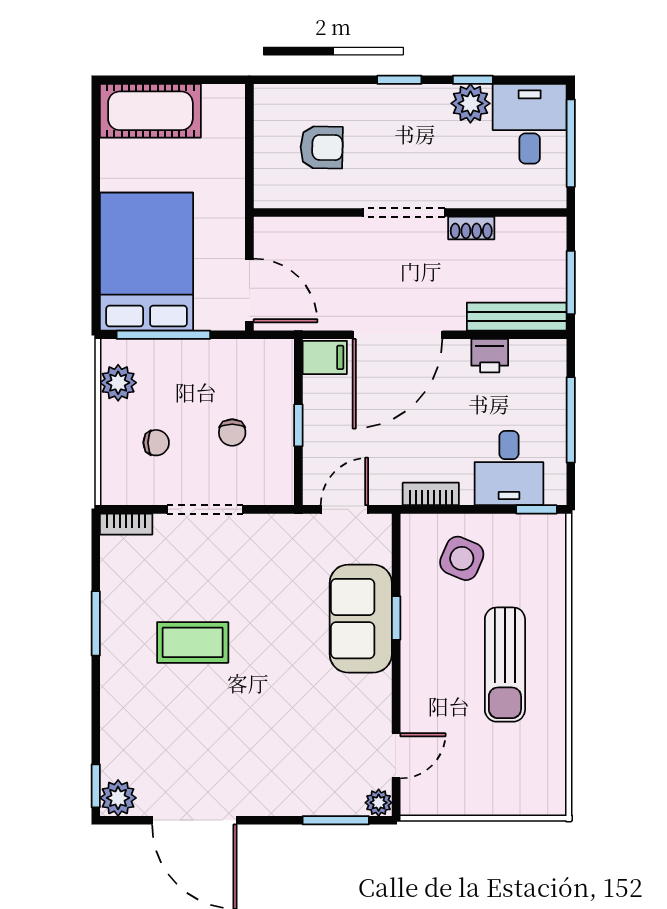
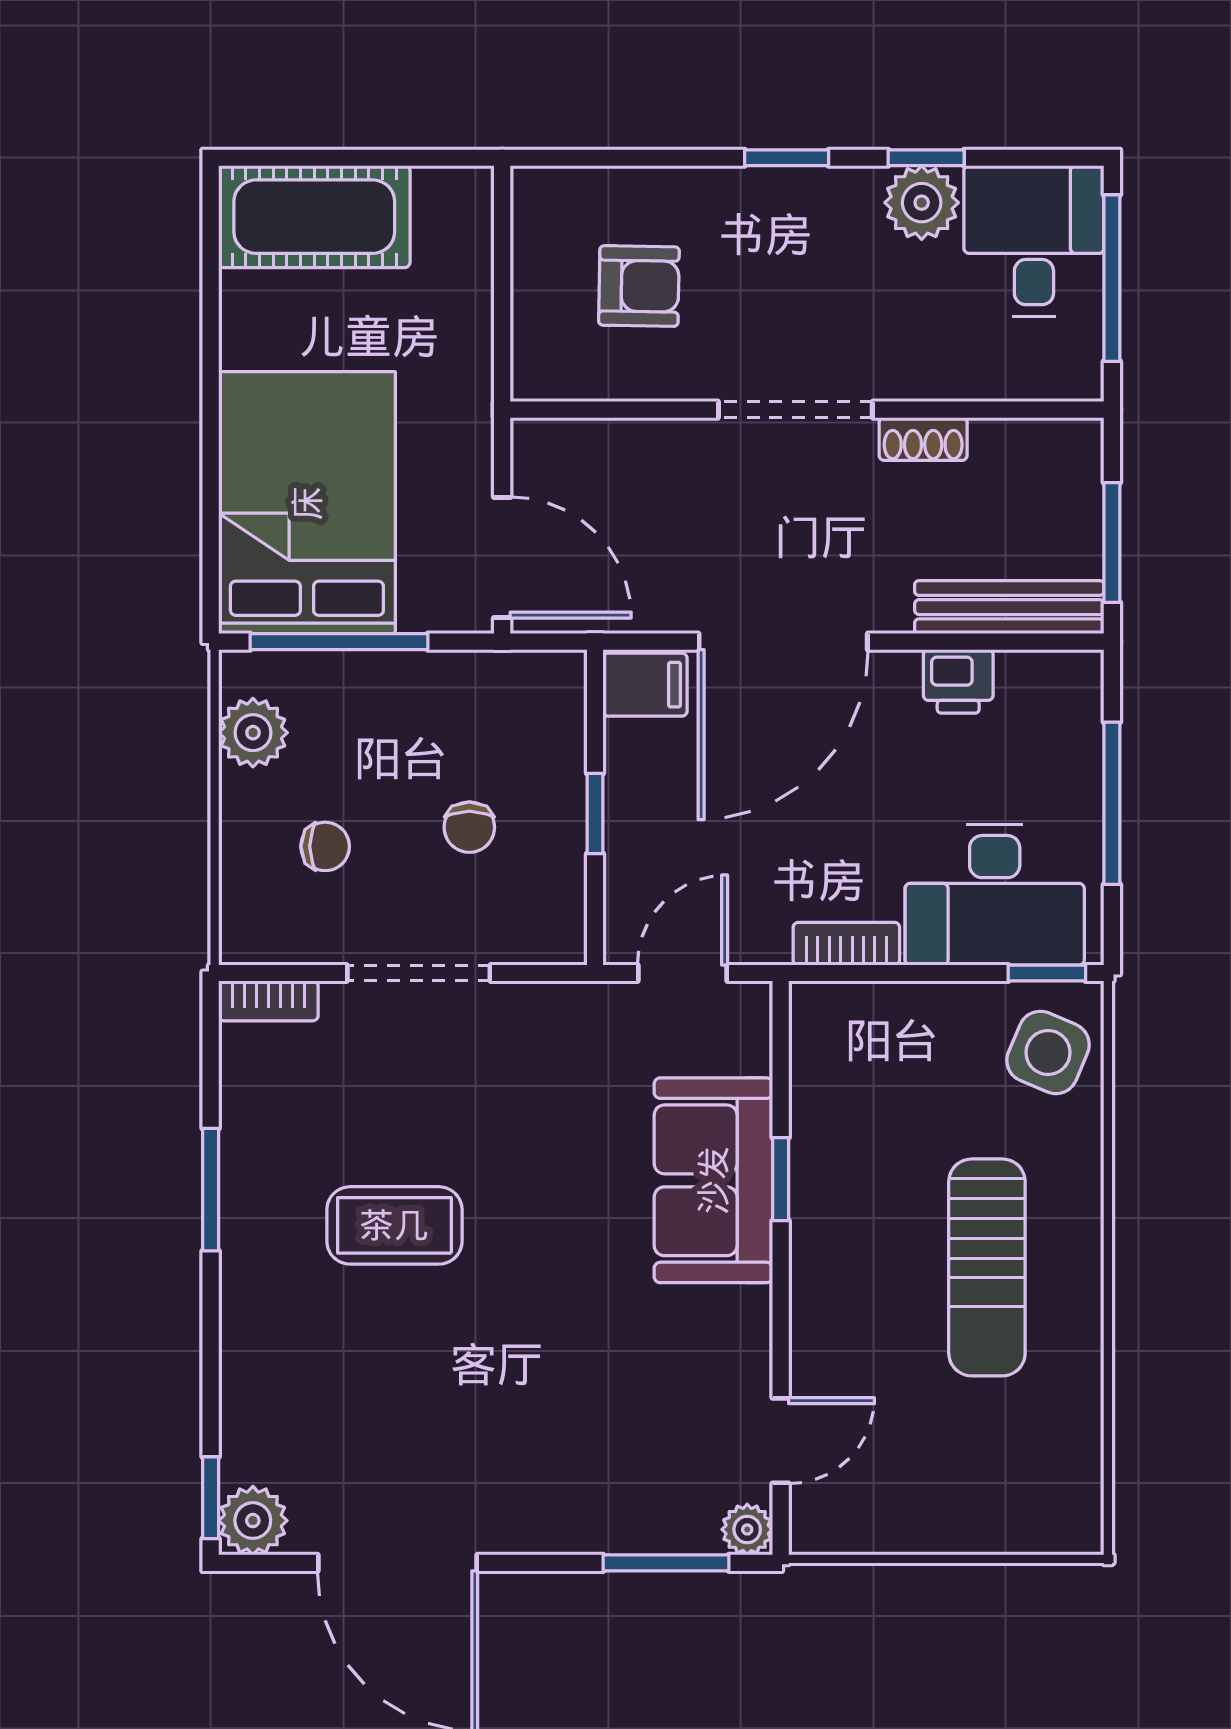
desk: (509, 468) -> (995, 895), width x1.37
side table: (462, 558) -> (1048, 1052), moved

